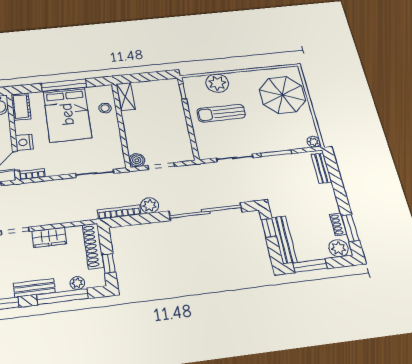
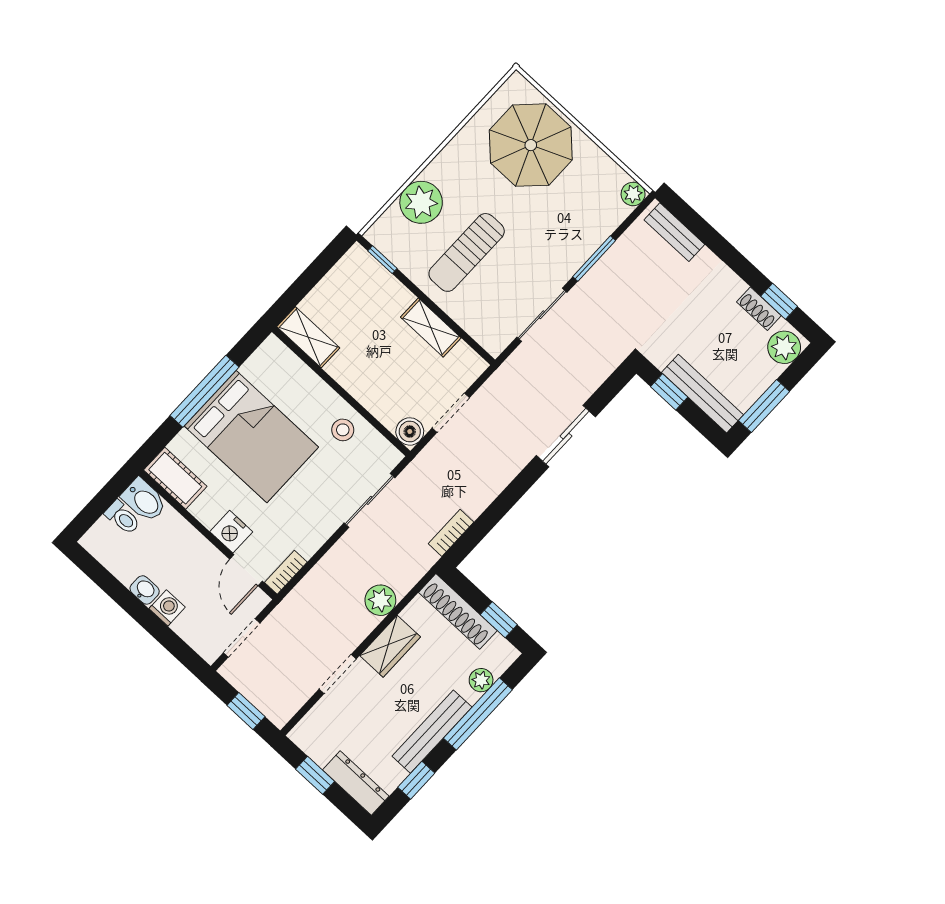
stool: (105, 108) -> (343, 430), moved
shelving: (181, 129) -> (431, 327), added
plant: (150, 205) -> (380, 600), moved
bookcase: (119, 212) -> (451, 533), width x0.64
sliding door: (206, 212) -> (566, 436), width x0.54
window: (350, 228) -> (779, 301), width x0.67
bench: (34, 288) -> (432, 732), width x1.36

